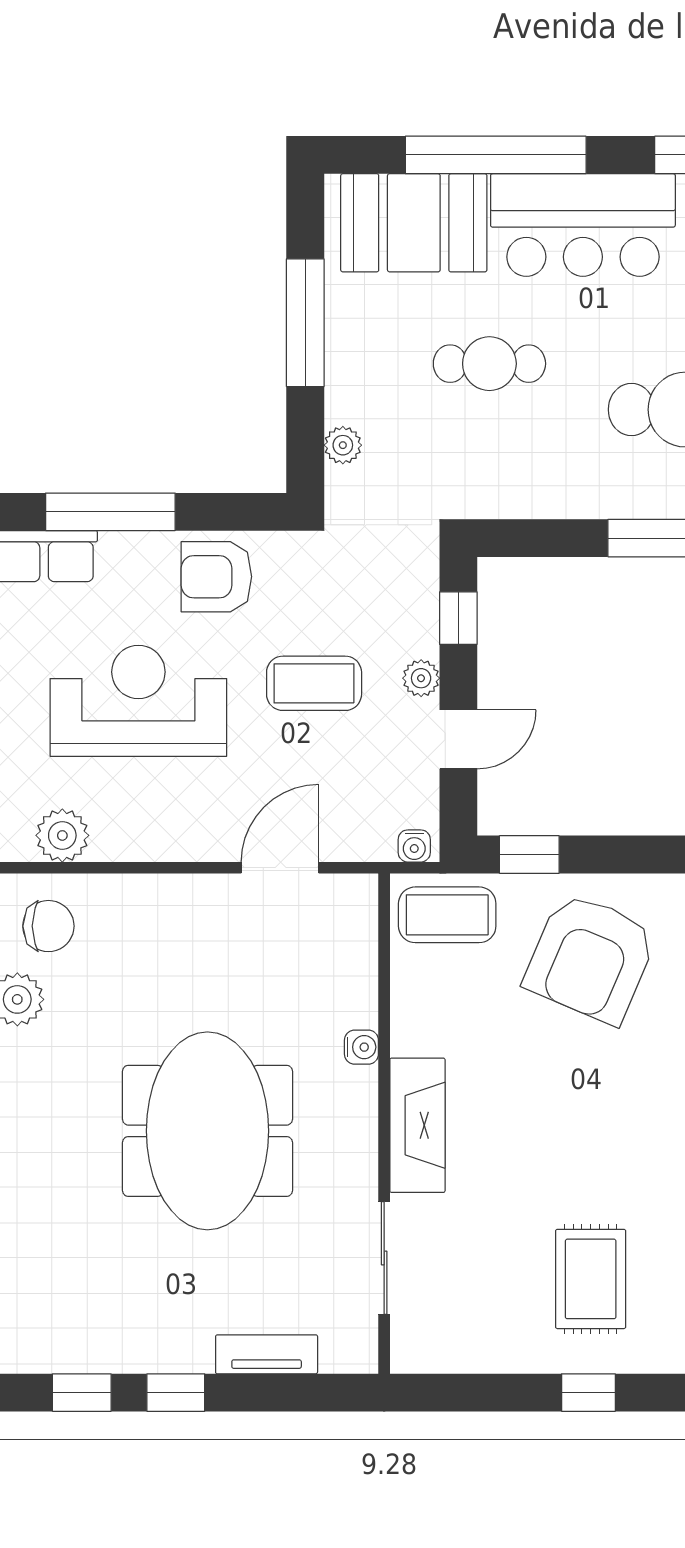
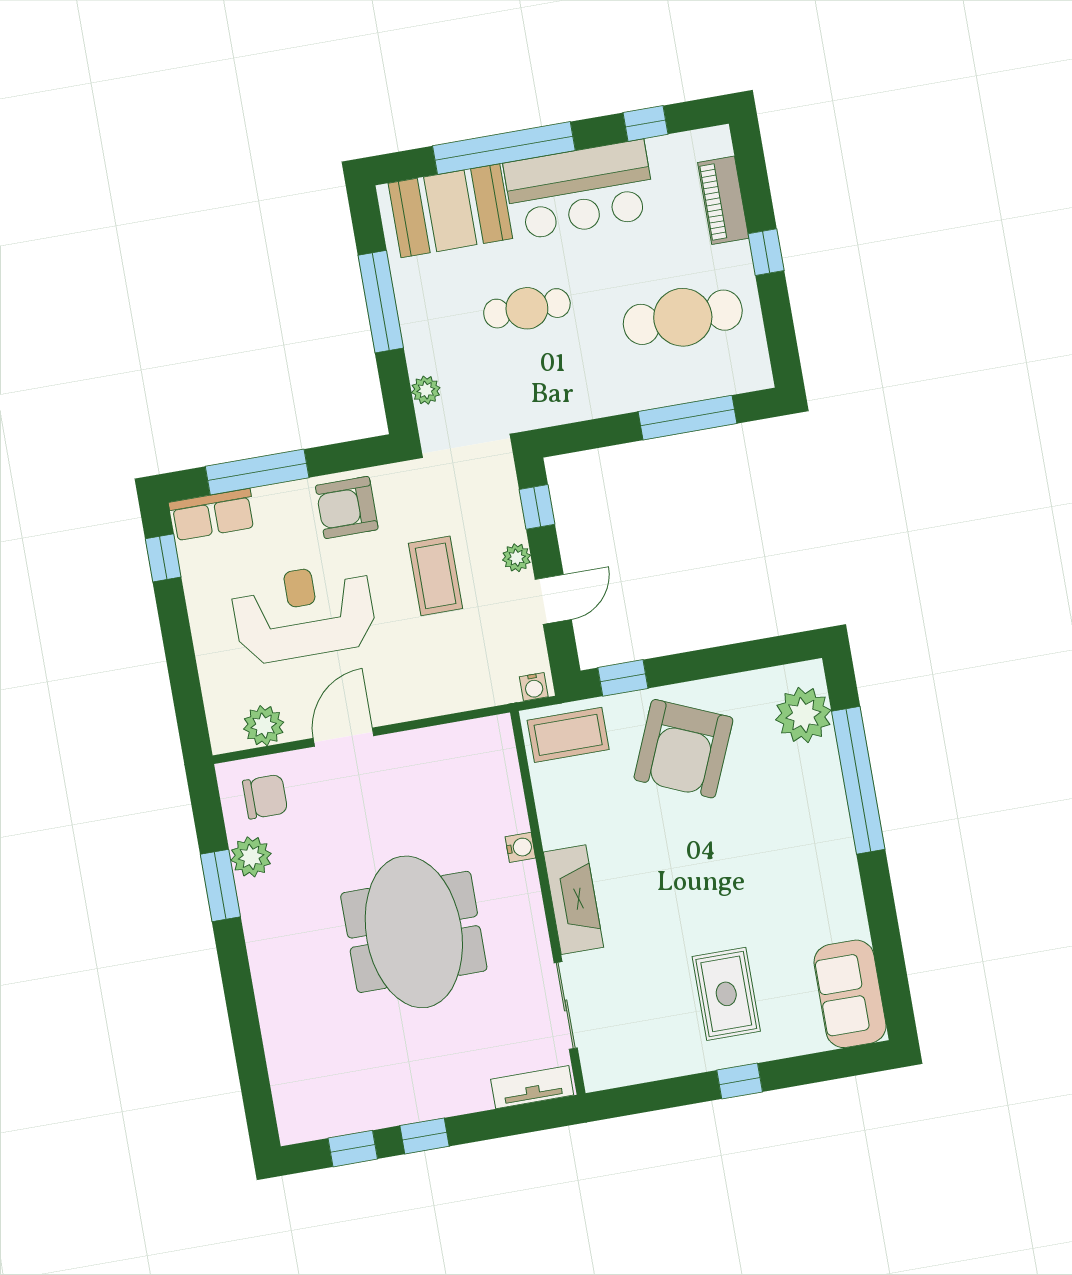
coffee table: (314, 683) -> (436, 576), turned 90
door: (280, 868) -> (343, 737), moved
tv unit: (267, 1354) -> (532, 1087), moved

